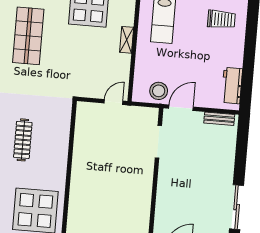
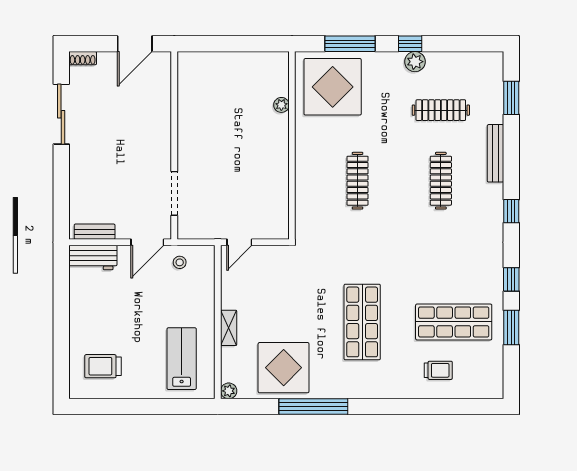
workbench: (232, 86) -> (93, 258), moved, turned 90
stool: (159, 91) -> (180, 262), width x0.53, depth x0.53
plant: (74, 200) -> (281, 105), added

